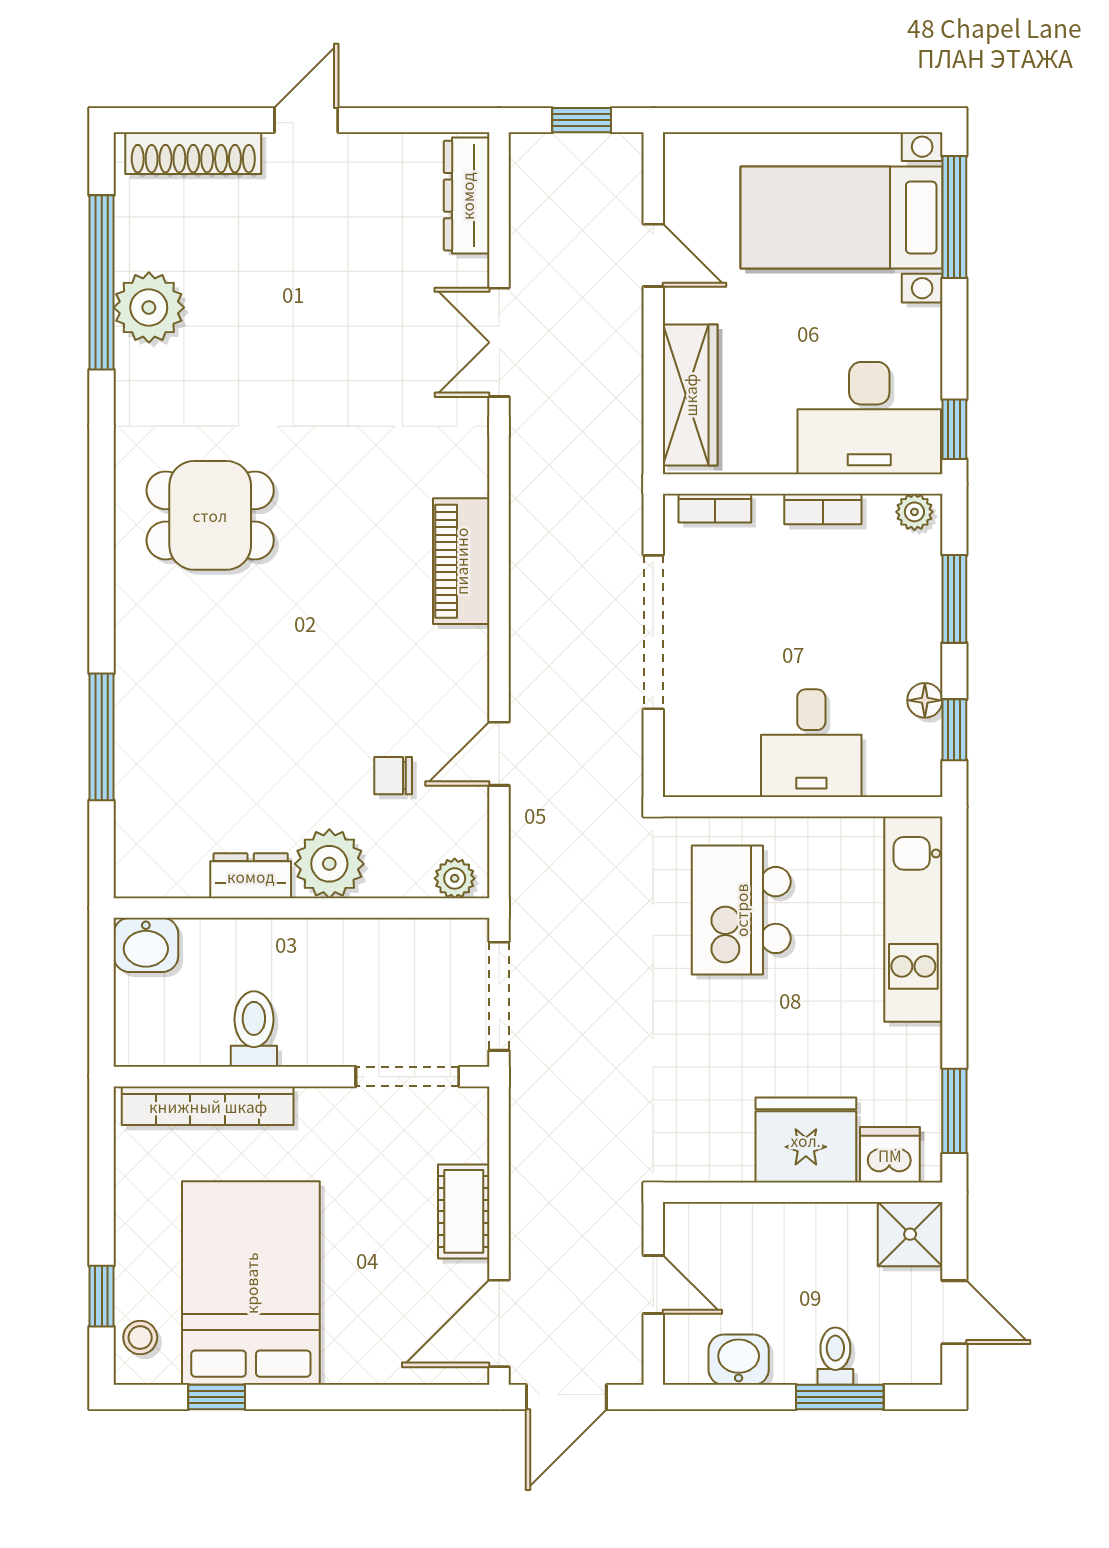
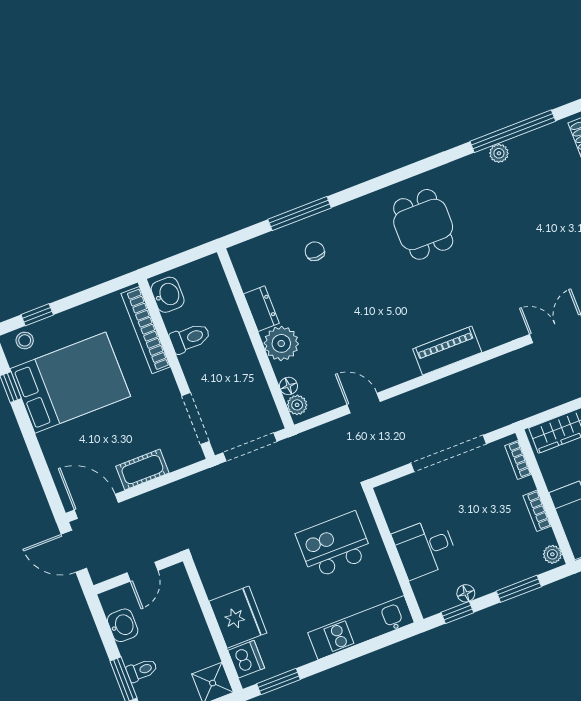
plant: (149, 307) -> (499, 153), width x0.53, depth x0.53
chair: (393, 776) -> (315, 251), moved
floor lamp: (413, 881) -> (288, 386), added
washbasin: (146, 945) -> (168, 295), moved, turned 180

